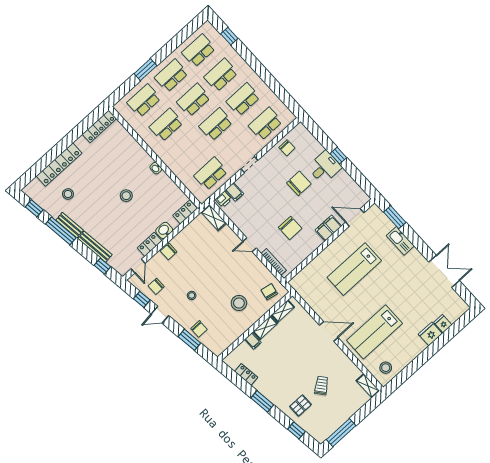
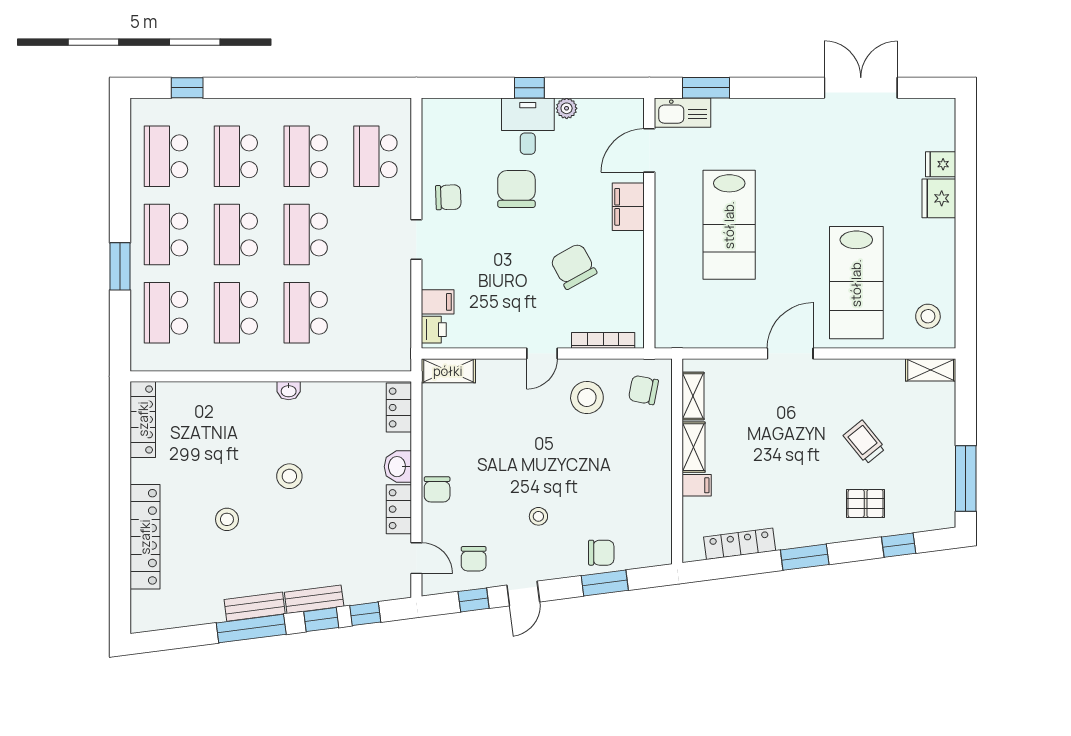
chair: (287, 148) -> (448, 197), moved
school desk: (211, 174) -> (306, 313), moved
plant: (343, 175) -> (567, 108), added
stool: (68, 194) -> (227, 519), moved
window: (34, 208) -> (321, 620), moved
chair: (290, 228) -> (574, 266), turned -119
kitchen sink: (400, 241) -> (683, 113), moved
bench: (95, 247) -> (314, 599), width x0.73
stool: (239, 303) -> (587, 398), moved
locker: (246, 374) -> (740, 544), width x1.53
pallet: (300, 406) -> (866, 503), turned 90

